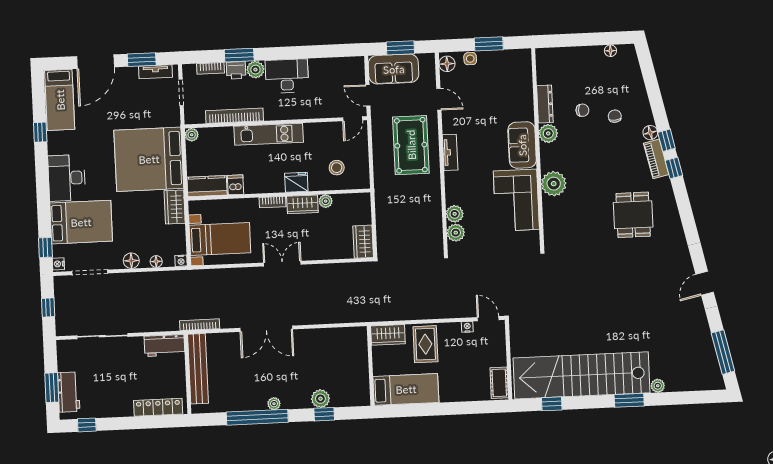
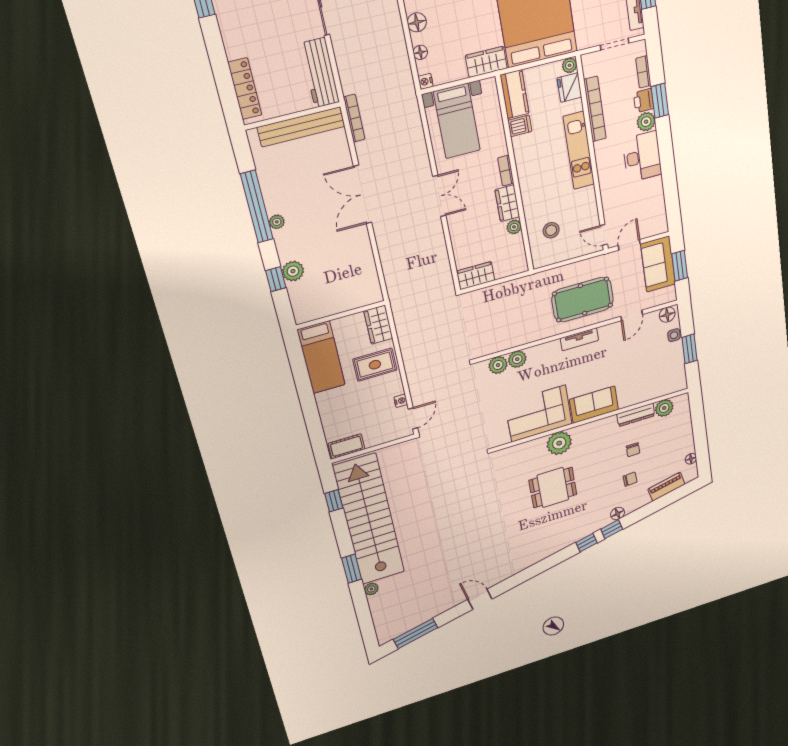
plant: (548, 133) -> (664, 408), moved
piano: (656, 159) -> (666, 487), moved
fridge: (296, 182) -> (569, 88), moved, turned 180
dining table: (633, 215) -> (553, 488), moved
workbench: (164, 346) -> (320, 73), width x1.38

